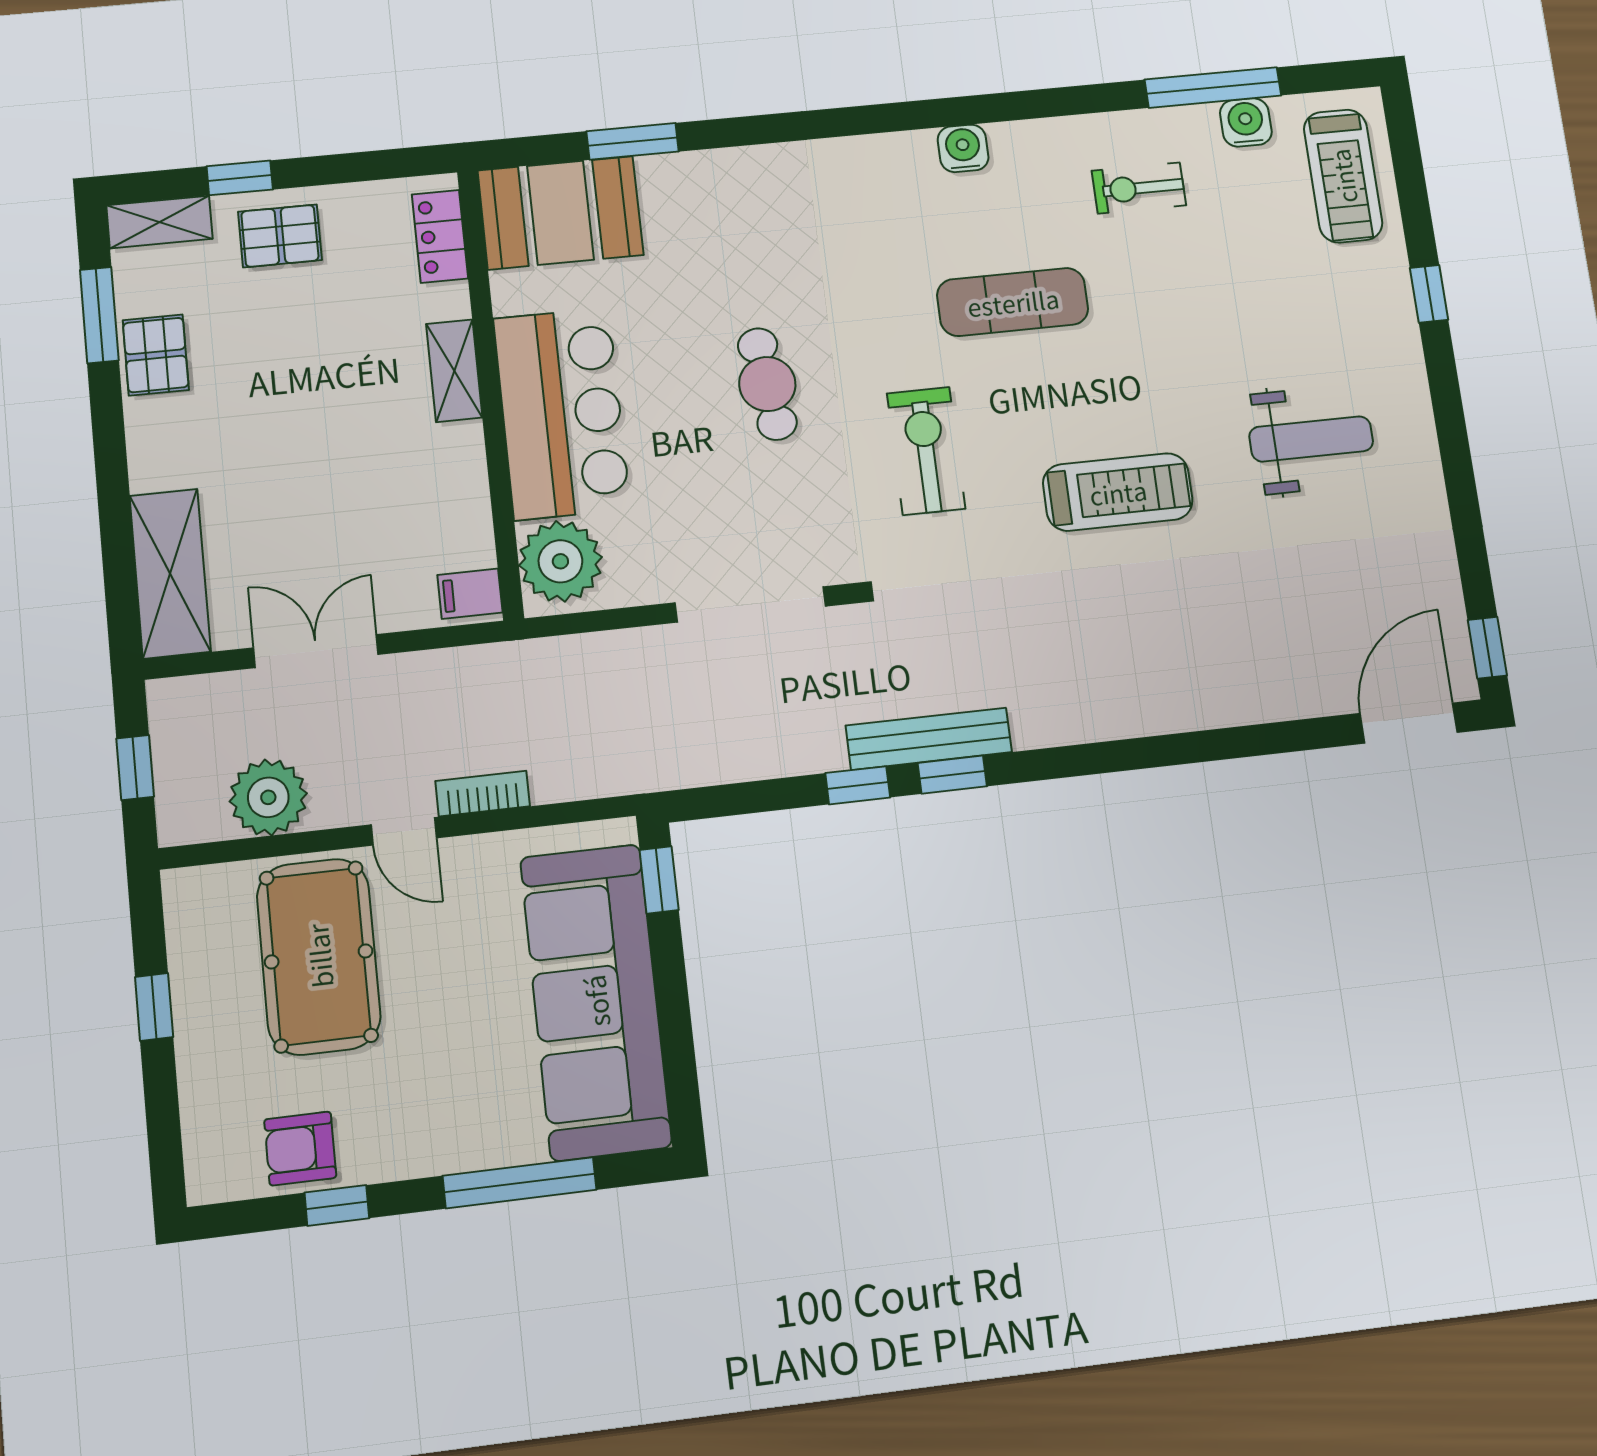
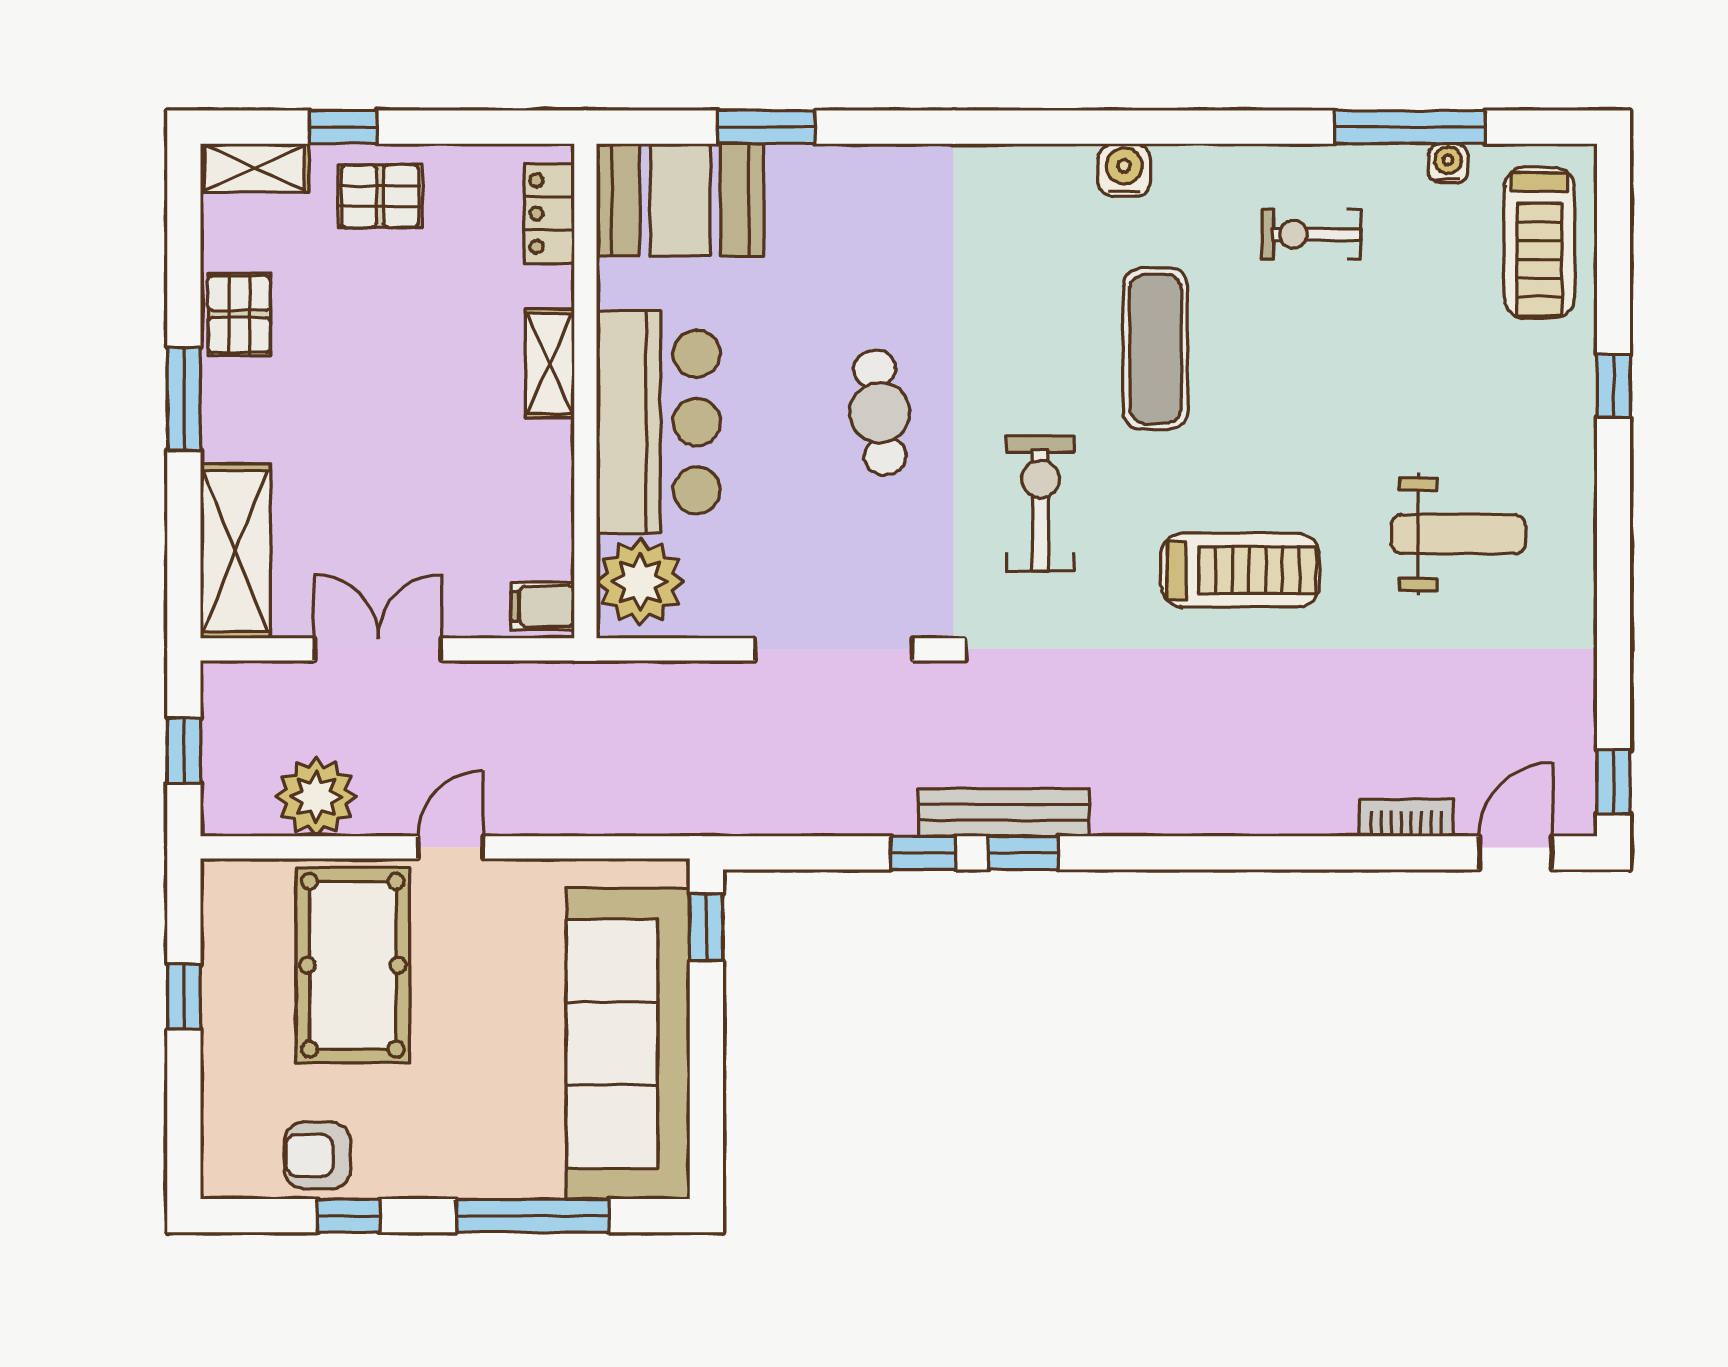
water cooler: (1246, 122) -> (1448, 163), width x0.72, depth x0.72
exercise mat: (1013, 302) -> (1155, 349), turned 90
window: (99, 315) -> (184, 399), moved
door: (1409, 723) -> (1516, 853), width x0.73
bookcase: (483, 794) -> (1406, 818), moved
door: (404, 831) -> (451, 847), swing flipped

